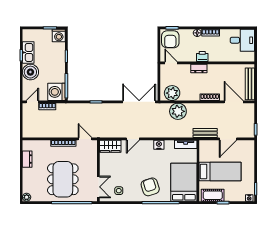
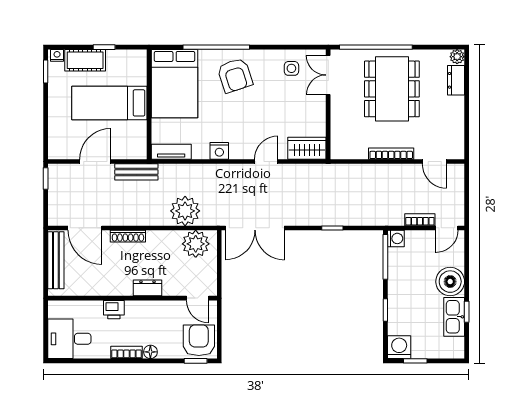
printer: (202, 56) -> (114, 310), moved
washing machine: (57, 92) -> (396, 238), width x0.53, depth x0.53
door: (85, 139) -> (434, 162), moved
dresser: (27, 159) -> (456, 80), moved
cot: (213, 195) -> (85, 60), moved

